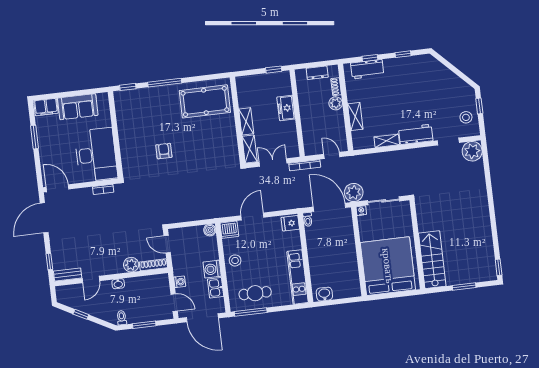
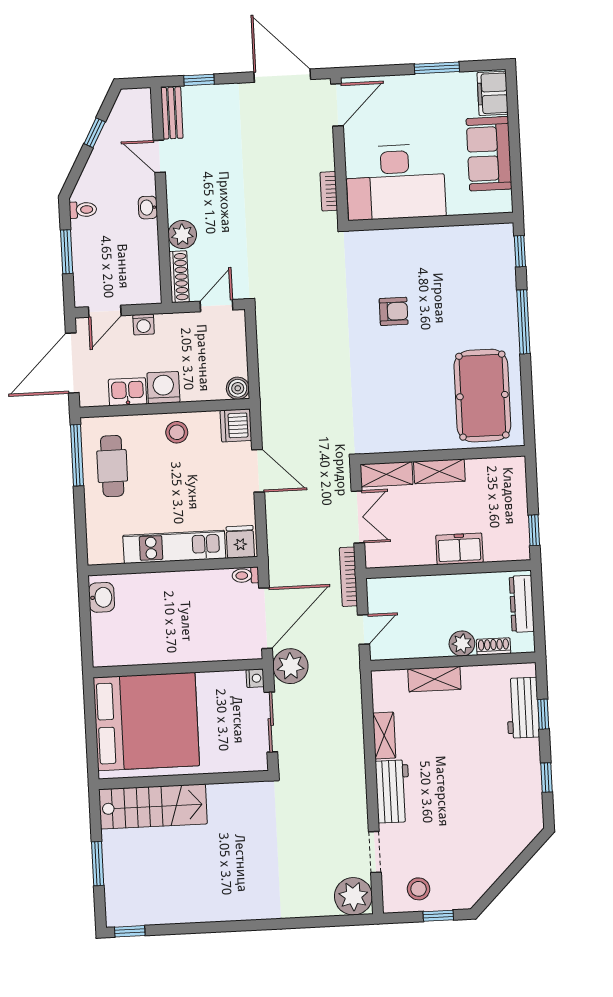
dresser: (317, 73) -> (522, 604), width x1.44
kitchen unit: (298, 277) -> (174, 547), moved

